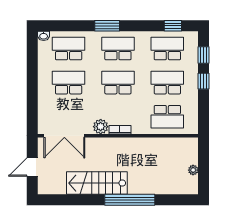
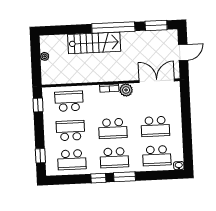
window: (173, 26) -> (98, 178), moved
window: (204, 81) -> (38, 105), moved
school desk: (167, 83) -> (70, 130), turned 180
stairs: (97, 183) -> (94, 43), moved
window: (62, 200) -> (156, 25), added
window: (130, 200) -> (113, 27), moved

